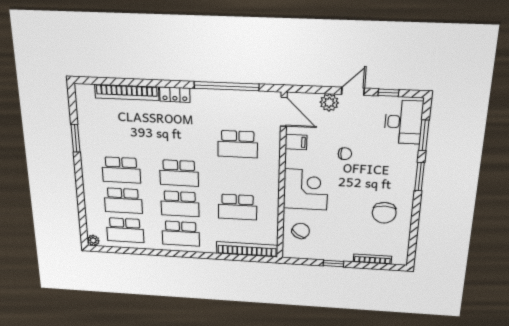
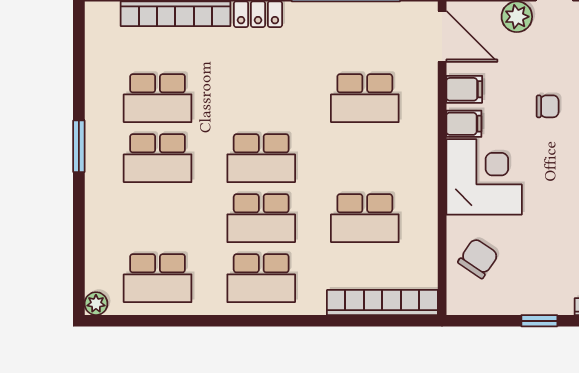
window: (76, 138) -> (79, 146), moved
filing cabinet: (295, 161) -> (464, 124), added
school desk: (123, 201) -> (158, 98), moved

